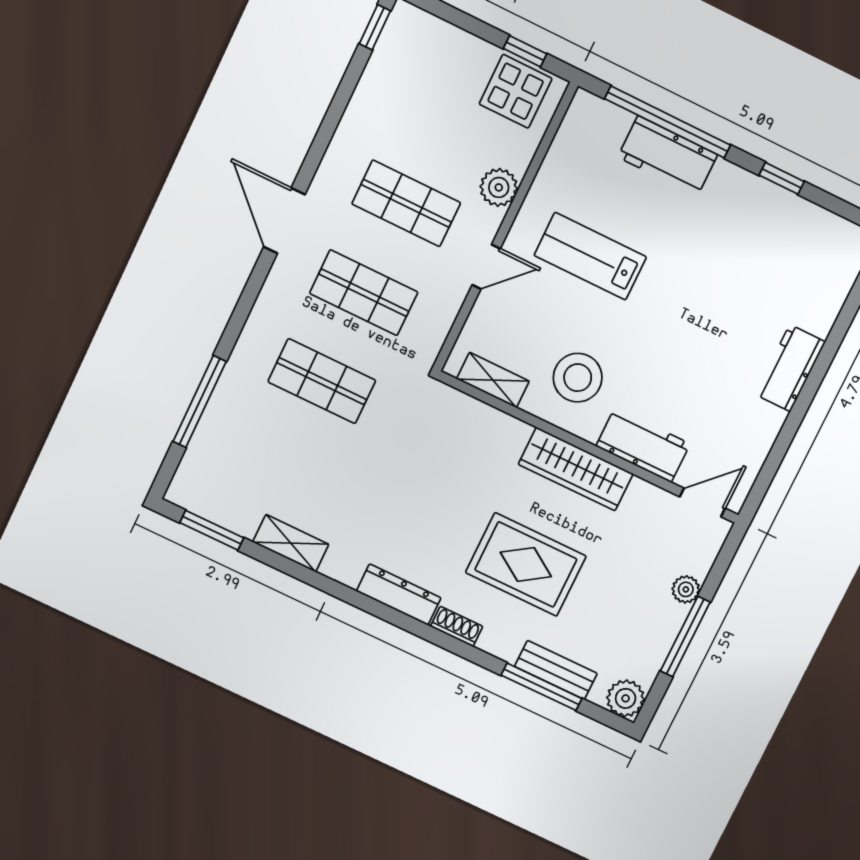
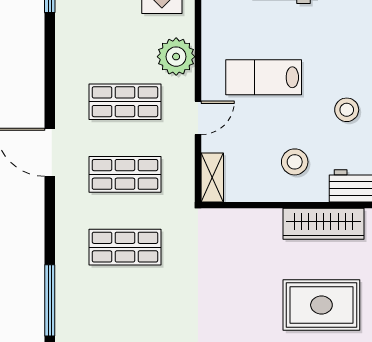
plant: (499, 187) -> (176, 57), width x1.36, depth x1.36
stool: (671, 345) -> (347, 110), added
stool: (578, 378) -> (295, 162), width x0.73, depth x0.73
shelving: (493, 380) -> (212, 177), moved, turned 90

